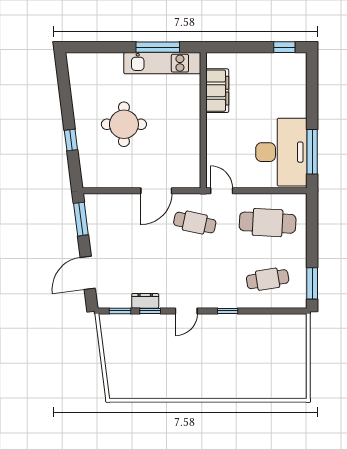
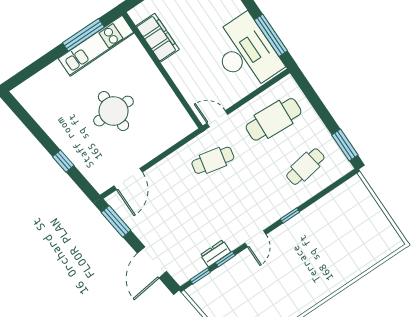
round table: (124, 124) -> (113, 111), moved
door: (156, 191) -> (128, 179), moved

